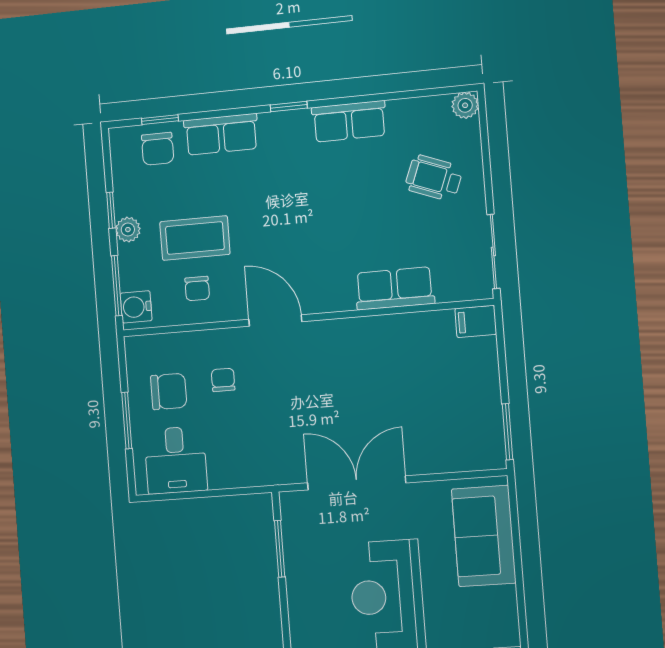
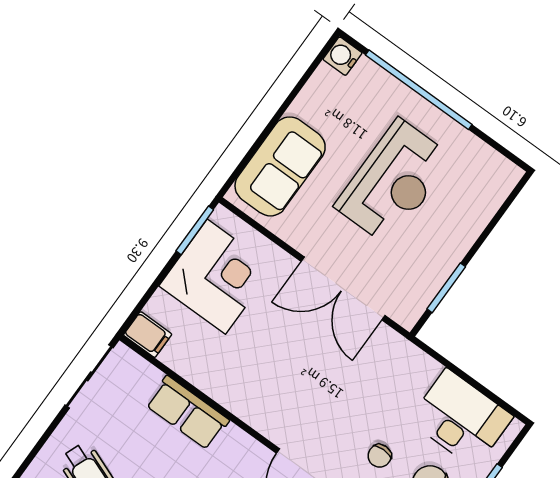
corner desk: (461, 410) -> (216, 277), added
desk: (176, 460) -> (461, 418), width x1.37

